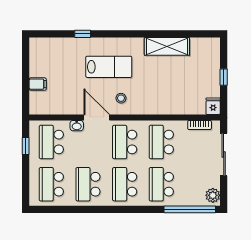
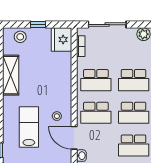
stool: (210, 57) -> (20, 37), added
fridge: (213, 106) -> (62, 40), width x1.88, depth x1.34
door: (97, 117) -> (74, 138), hinge flipped

